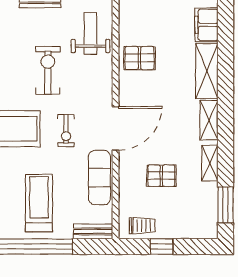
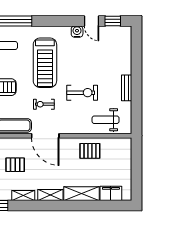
weight bench: (90, 33) -> (106, 120), turned 180
pallet: (140, 58) -> (90, 151), turned 90
pallet: (161, 176) -> (15, 165), turned 90

